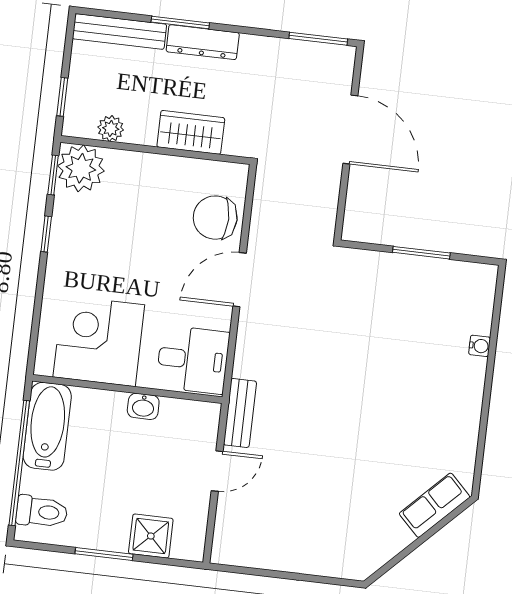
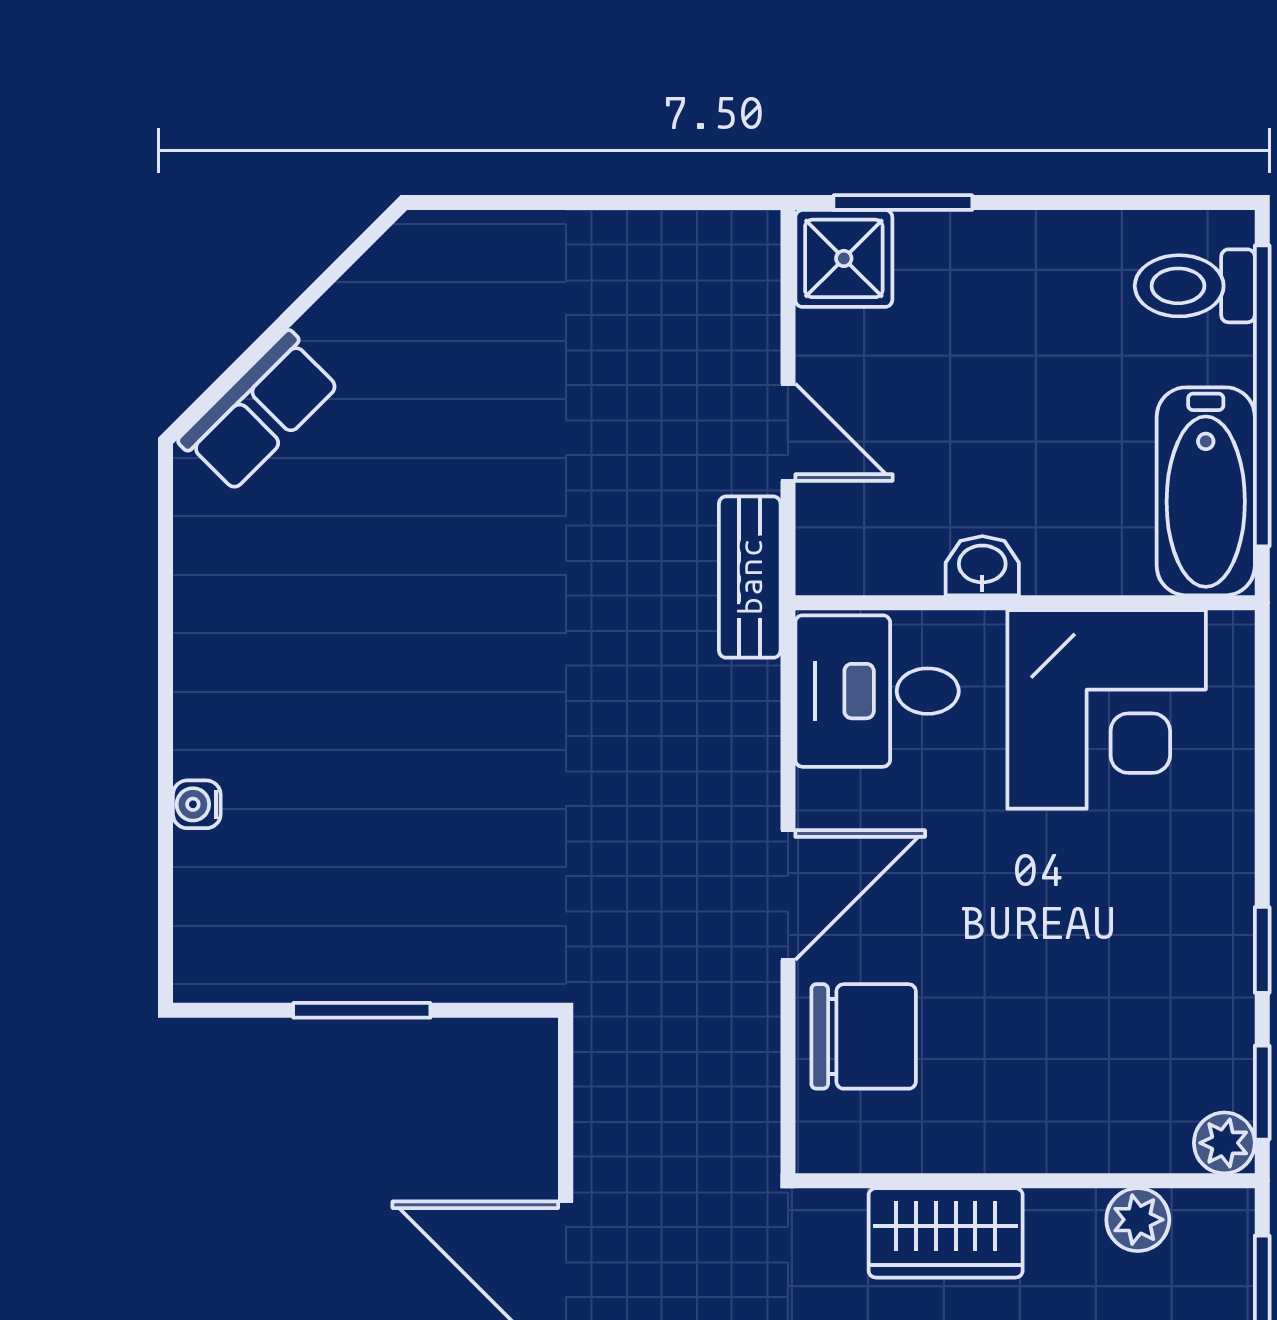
plant: (81, 168) -> (1224, 1143), width x0.53, depth x0.53
door: (217, 471) -> (788, 432), swing flipped
shower: (151, 536) -> (844, 258), moved
window: (104, 554) -> (903, 203), moved

